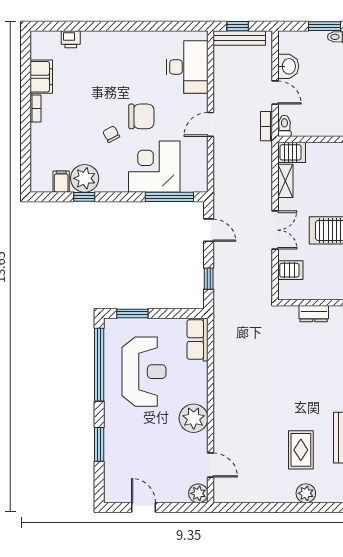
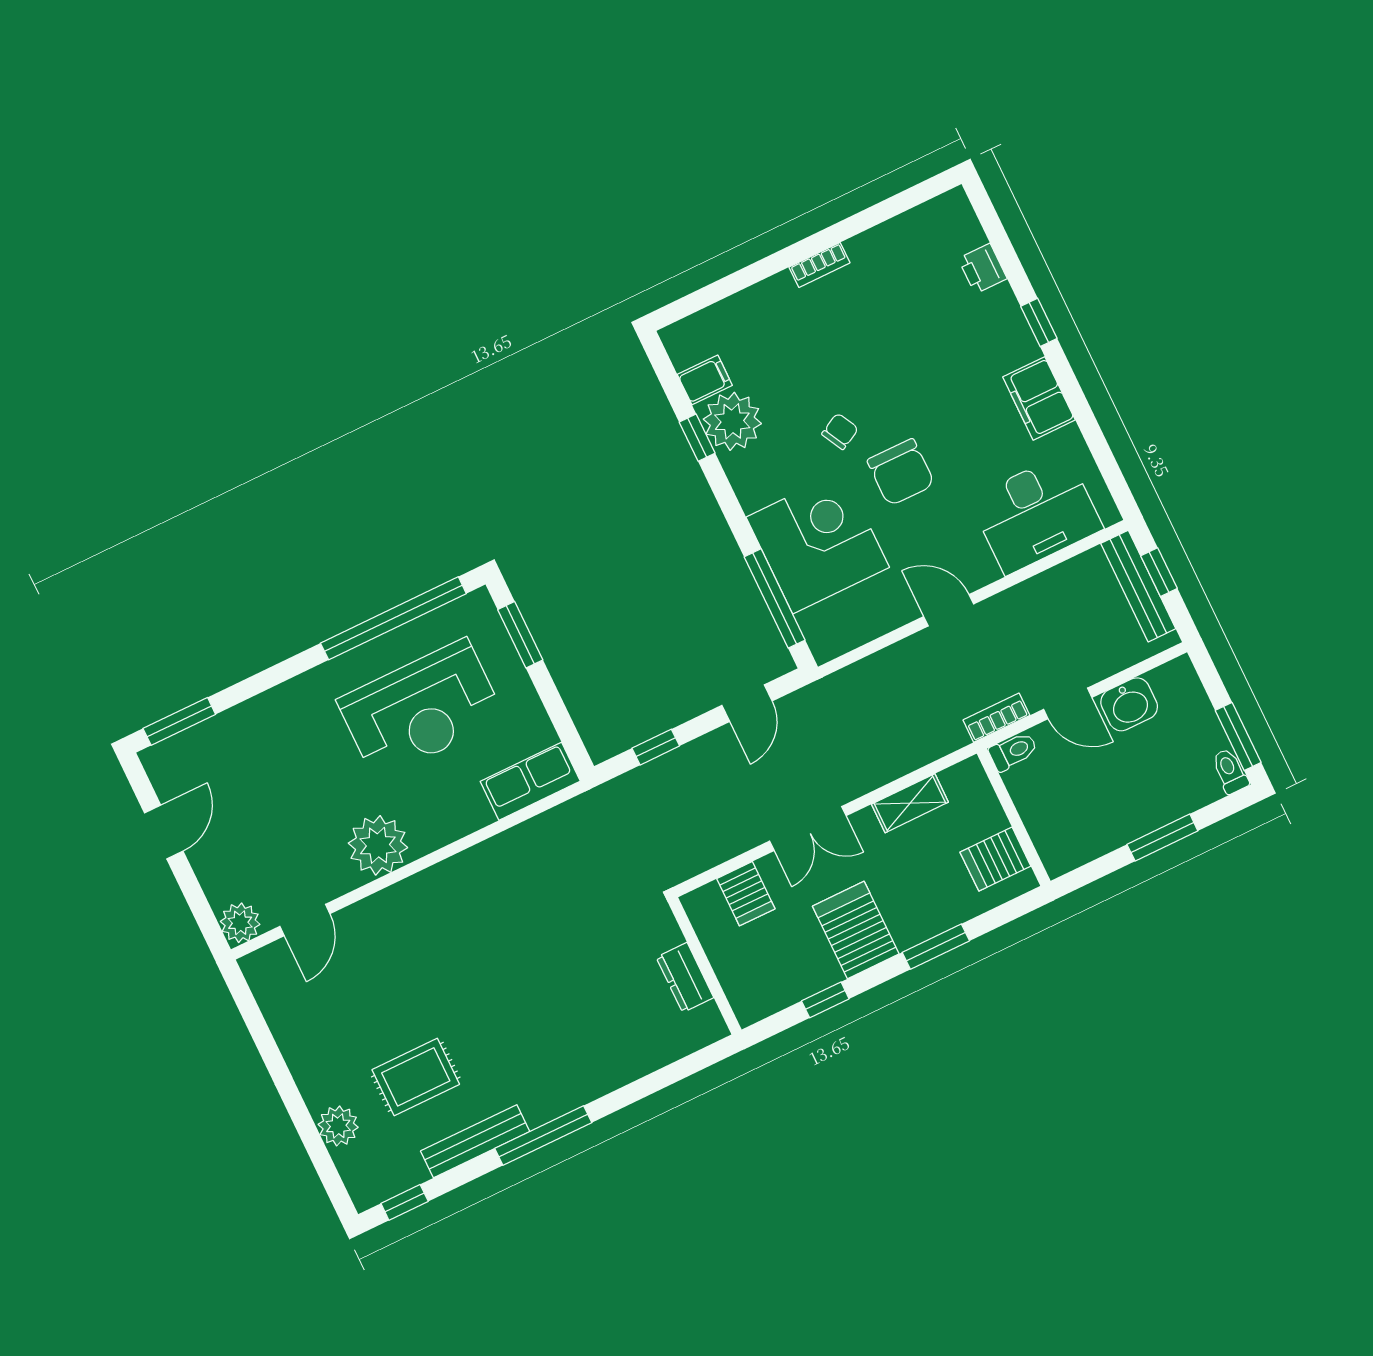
window: (106, 26) -> (1039, 322), added
filing cabinet: (41, 77) -> (1039, 398), moved, turned 90
door: (275, 93) -> (1068, 703), hinge flipped
server rack: (292, 152) -> (995, 859), moved, turned 90
window: (99, 444) -> (179, 721), moved

